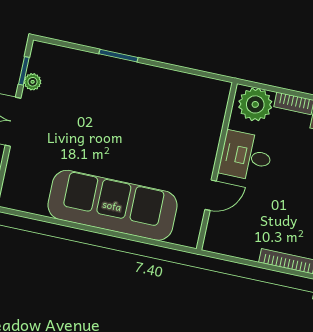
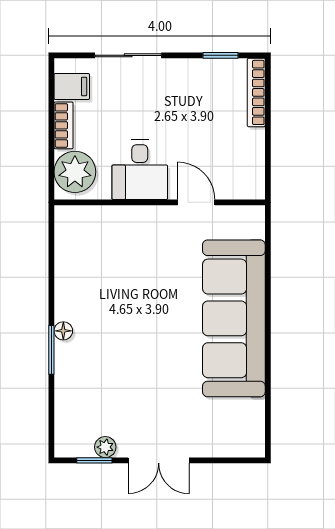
floor lamp: (132, 68) -> (63, 331), added

